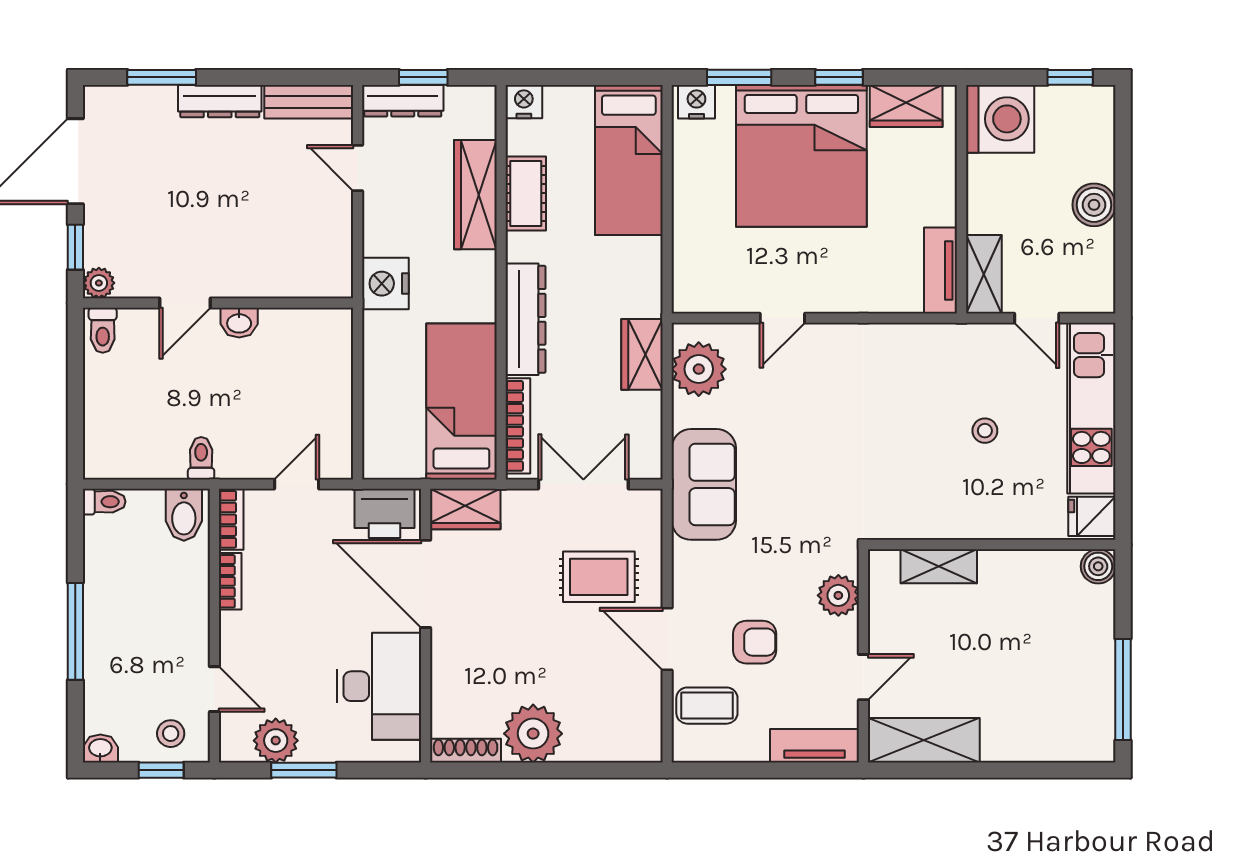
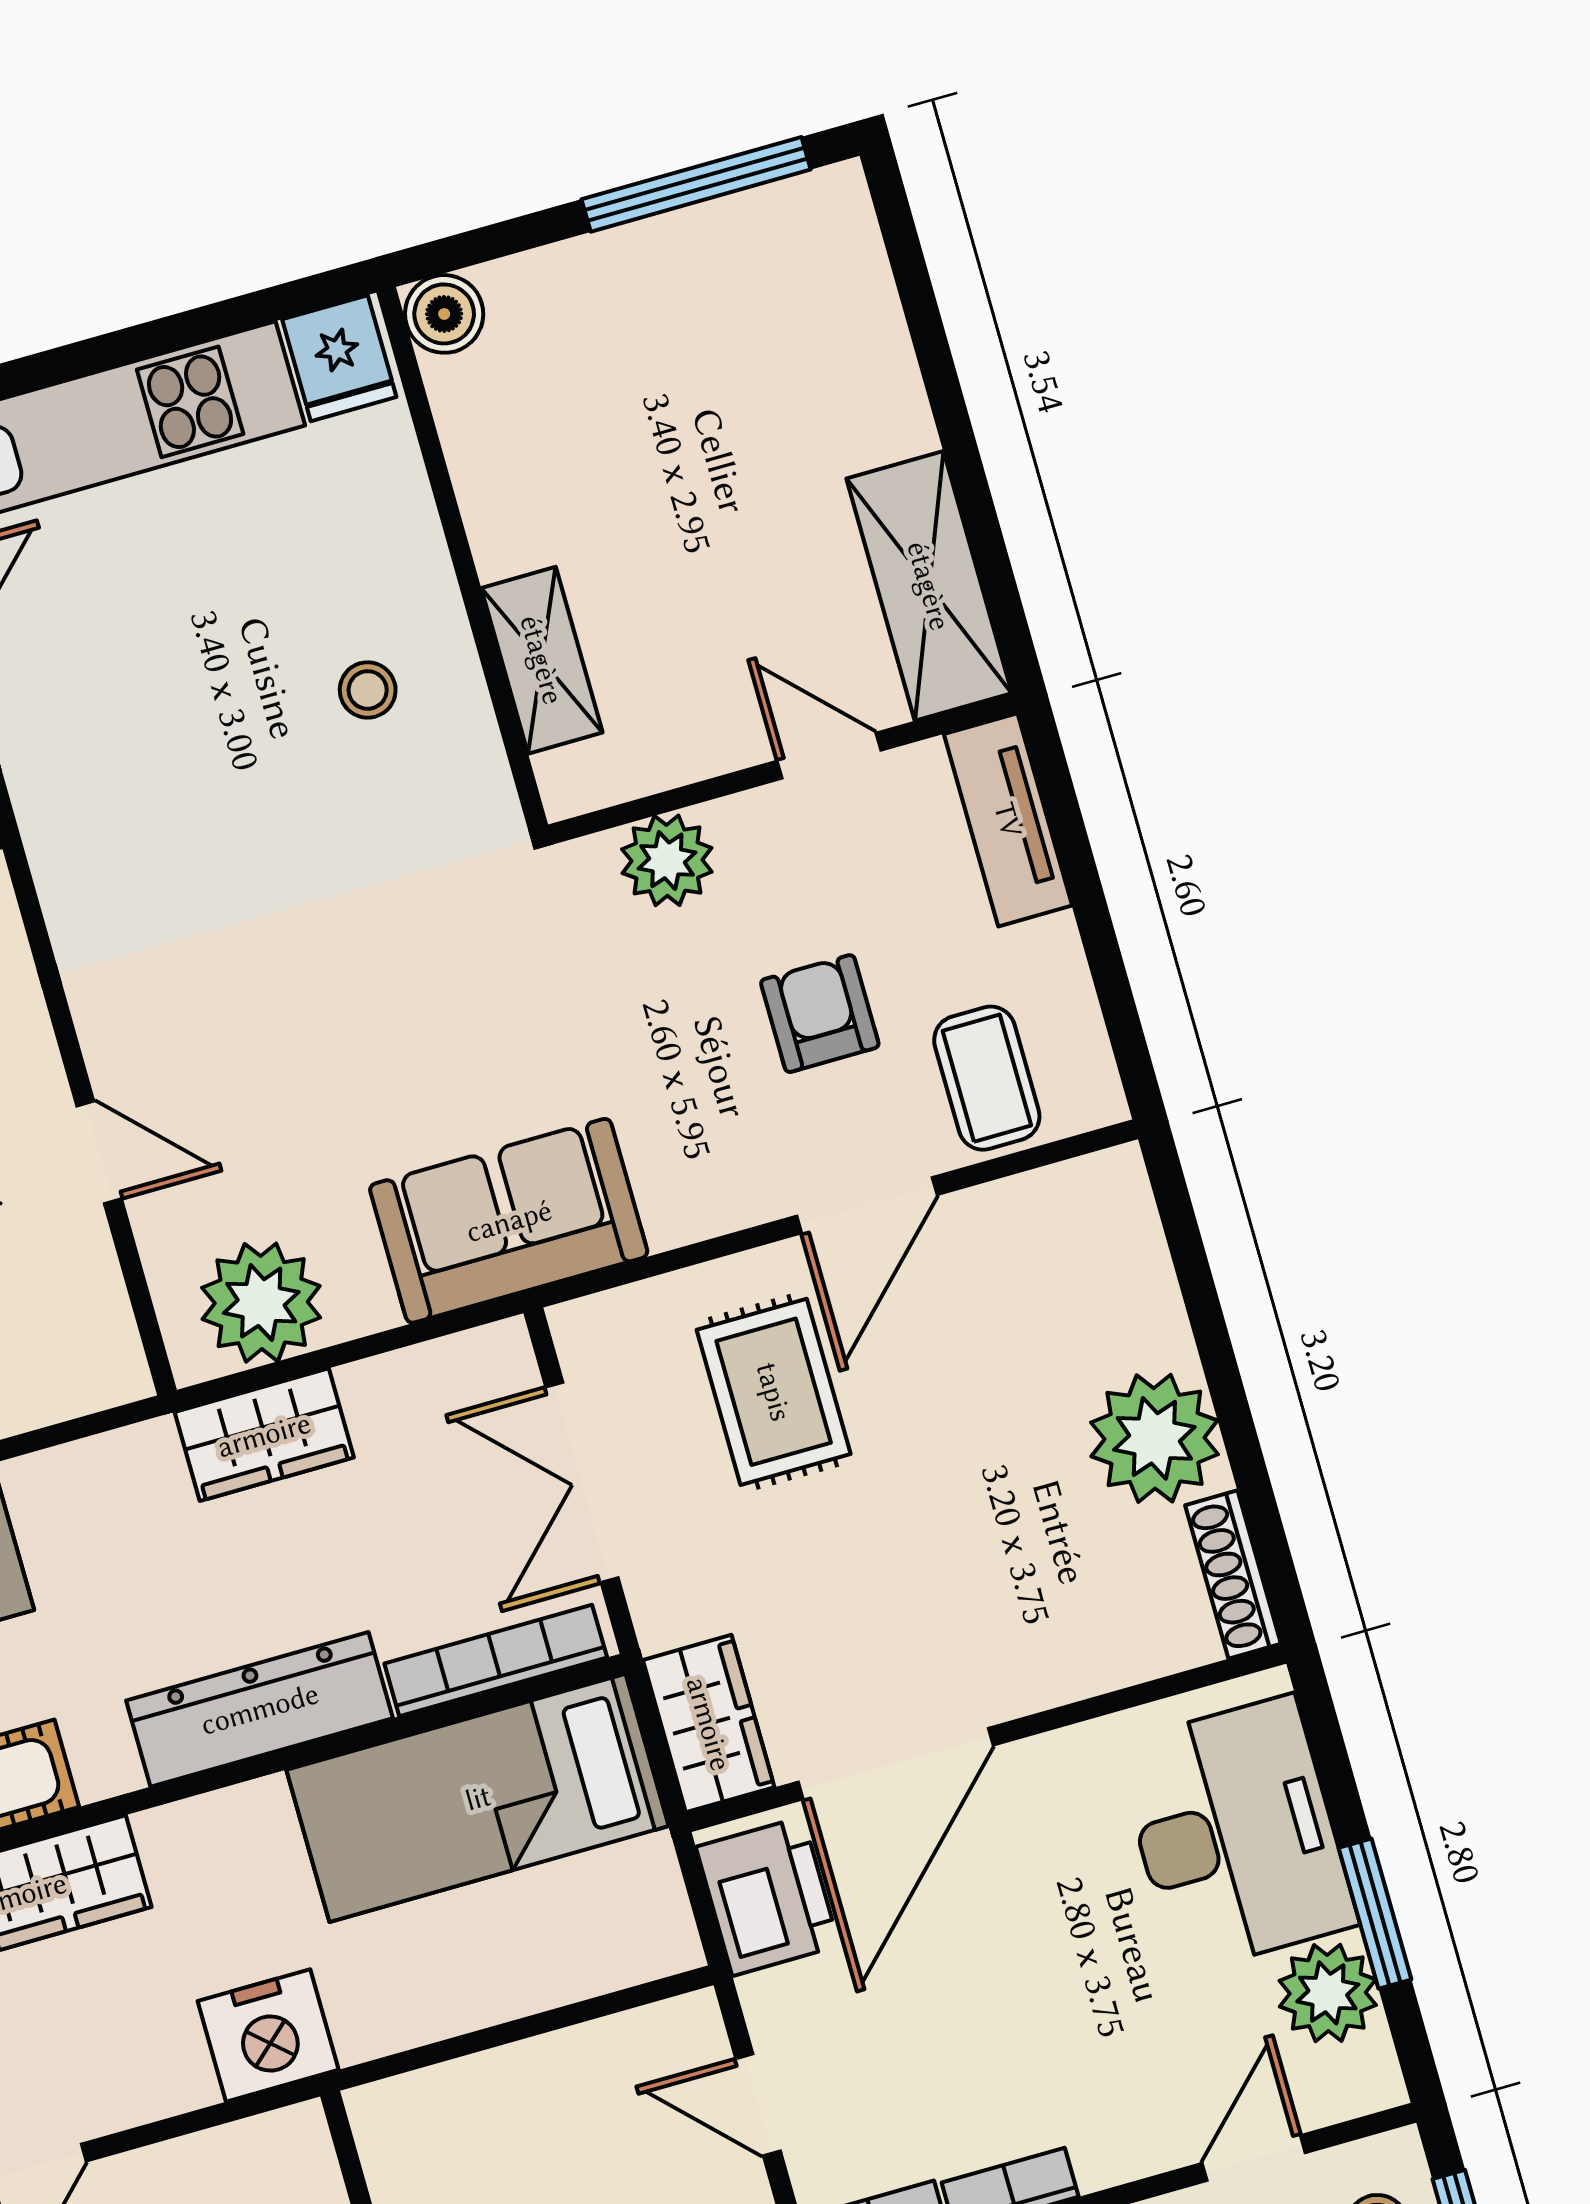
stool: (985, 431) -> (368, 690), moved
desk: (379, 686) -> (1236, 1834), moved, turned 90

